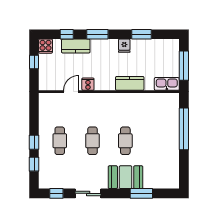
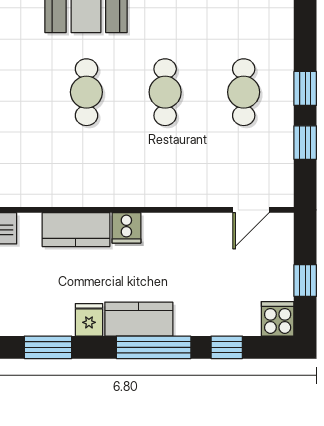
window: (97, 34) -> (154, 347), width x1.44
kitchen counter: (76, 46) -> (139, 319), moved
cooker: (88, 84) -> (126, 228), moved
door: (71, 92) -> (251, 210), moved
window: (34, 164) -> (305, 143), moved

